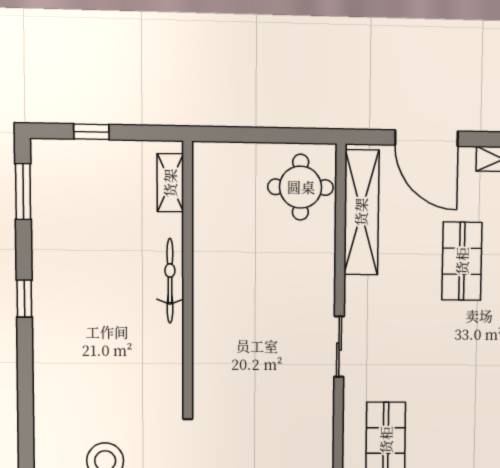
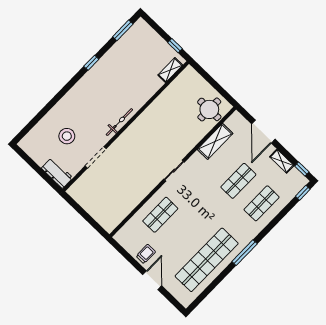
window: (91, 132) -> (175, 46), moved
shelving: (361, 212) -> (215, 141), width x0.68
bicycle: (170, 281) -> (119, 122), moved

